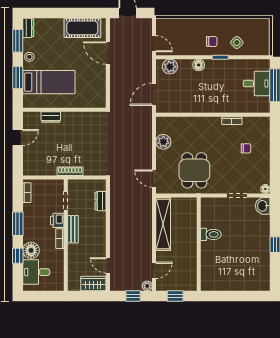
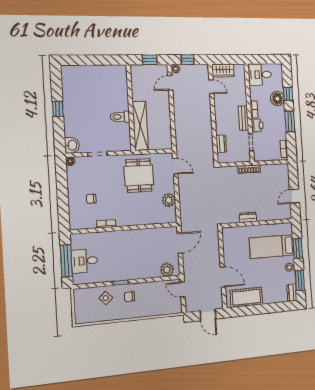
floor lamp: (199, 65) -> (141, 274), removed
dresser: (51, 117) -> (248, 217), moved
shelving: (163, 224) -> (140, 126), moved
desk: (36, 272) -> (260, 75), moved, turned 180

